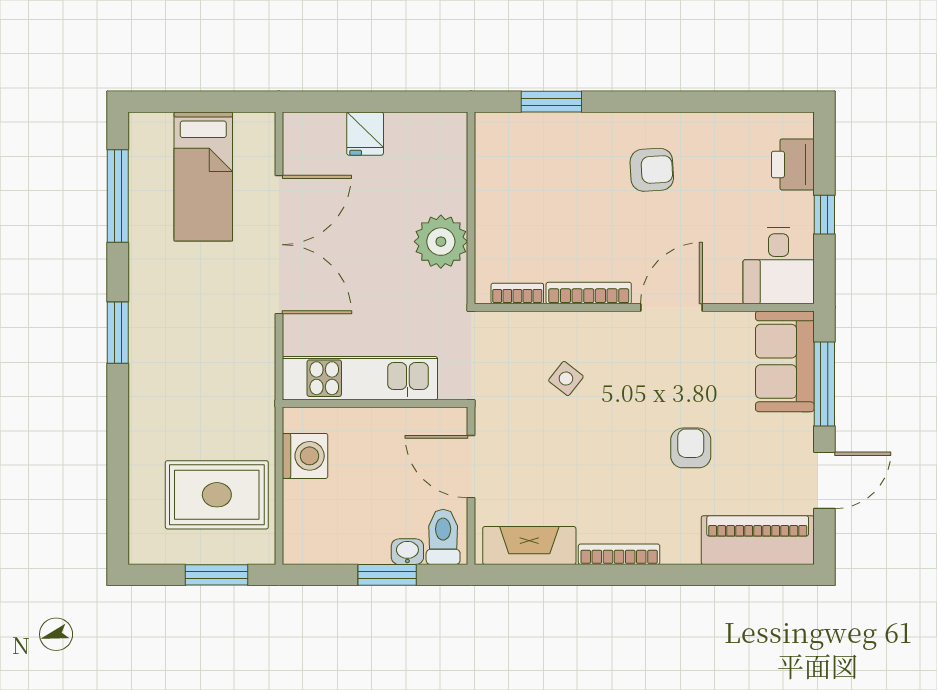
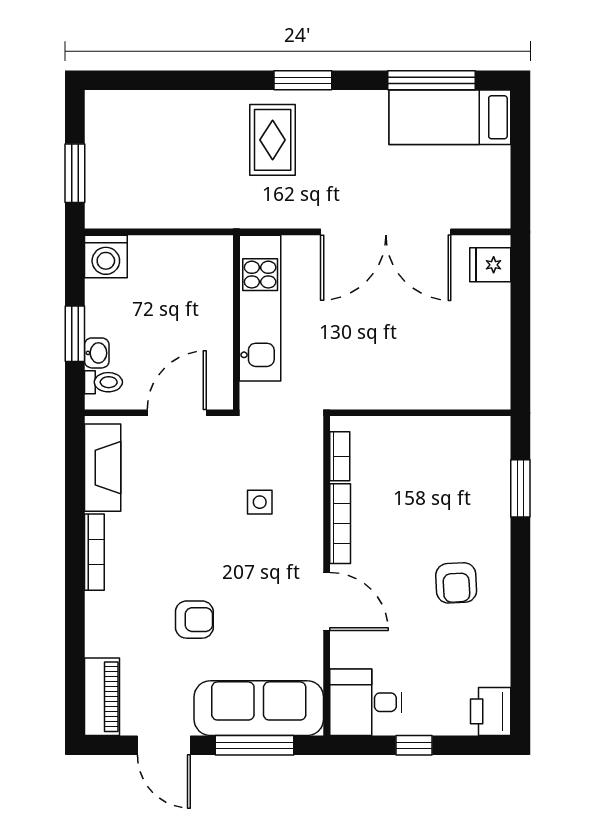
fridge: (365, 134) -> (490, 265), moved
printer: (793, 164) -> (491, 711), moved, turned -90
bed: (203, 176) -> (450, 117), moved
plant: (441, 242) -> (389, 384), removed
sofa: (785, 361) -> (259, 708), width x1.36
side table: (566, 379) -> (260, 502), turned -38
washing machine: (305, 456) -> (106, 257), moved
rug: (217, 495) -> (273, 140), moved, width x0.73, depth x0.70
toilet: (443, 537) -> (103, 382), width x0.73, depth x0.72
piano: (758, 540) -> (102, 697), width x0.73, depth x0.75

